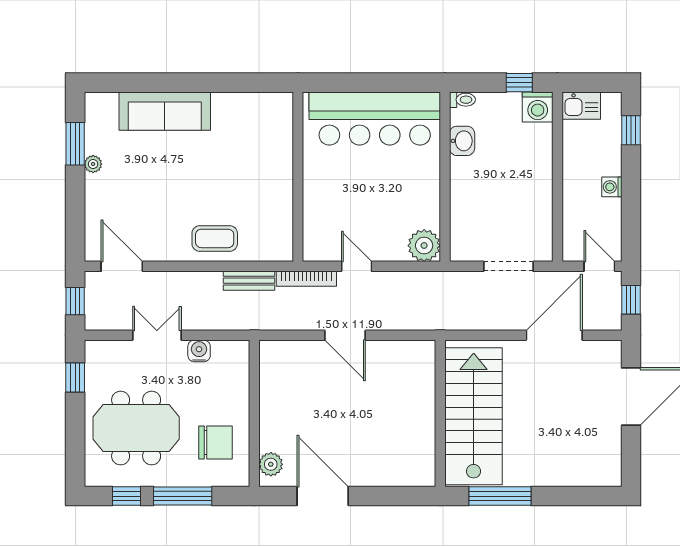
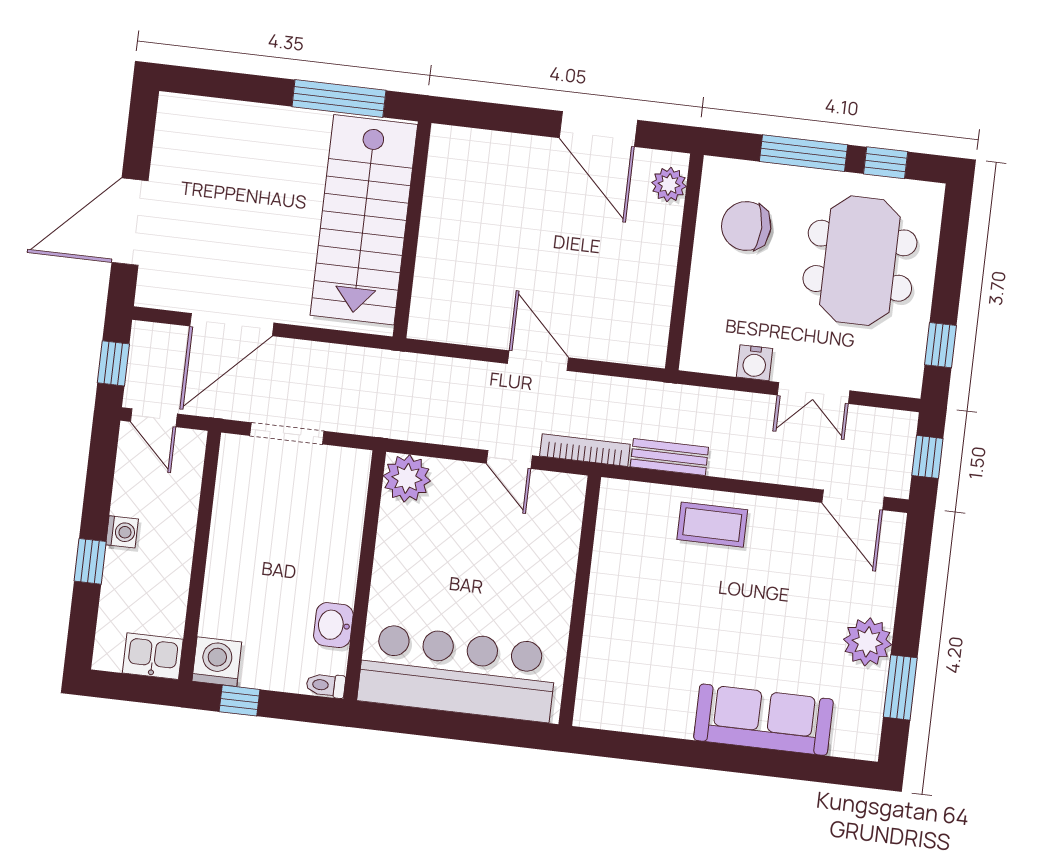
window: (631, 130) -> (90, 561), moved
plant: (93, 164) -> (867, 642), width x1.87, depth x1.87
meeting table: (136, 428) -> (860, 261), turned 90

